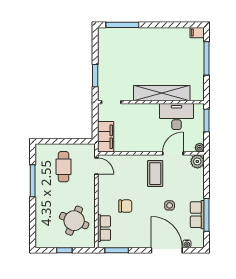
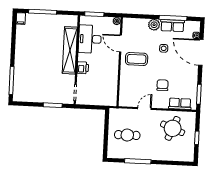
printer: (142, 110) -> (83, 68), added
filing cabinet: (106, 137) -> (104, 99), removed
plant: (197, 161) -> (154, 25), moved
door: (96, 166) -> (144, 108), moved
door: (167, 250) -> (201, 52), hinge flipped

